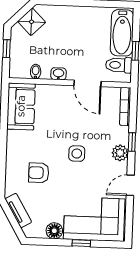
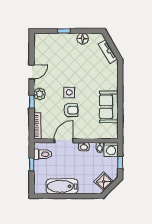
bathtub: (122, 33) -> (62, 186), moved, turned -90
washing machine: (19, 68) -> (111, 149), added
door: (88, 83) -> (64, 141), hinge flipped
sofa: (21, 106) -> (109, 107), moved
armchair: (39, 173) -> (71, 110), moved
corner sofa: (94, 219) -> (56, 48), removed

